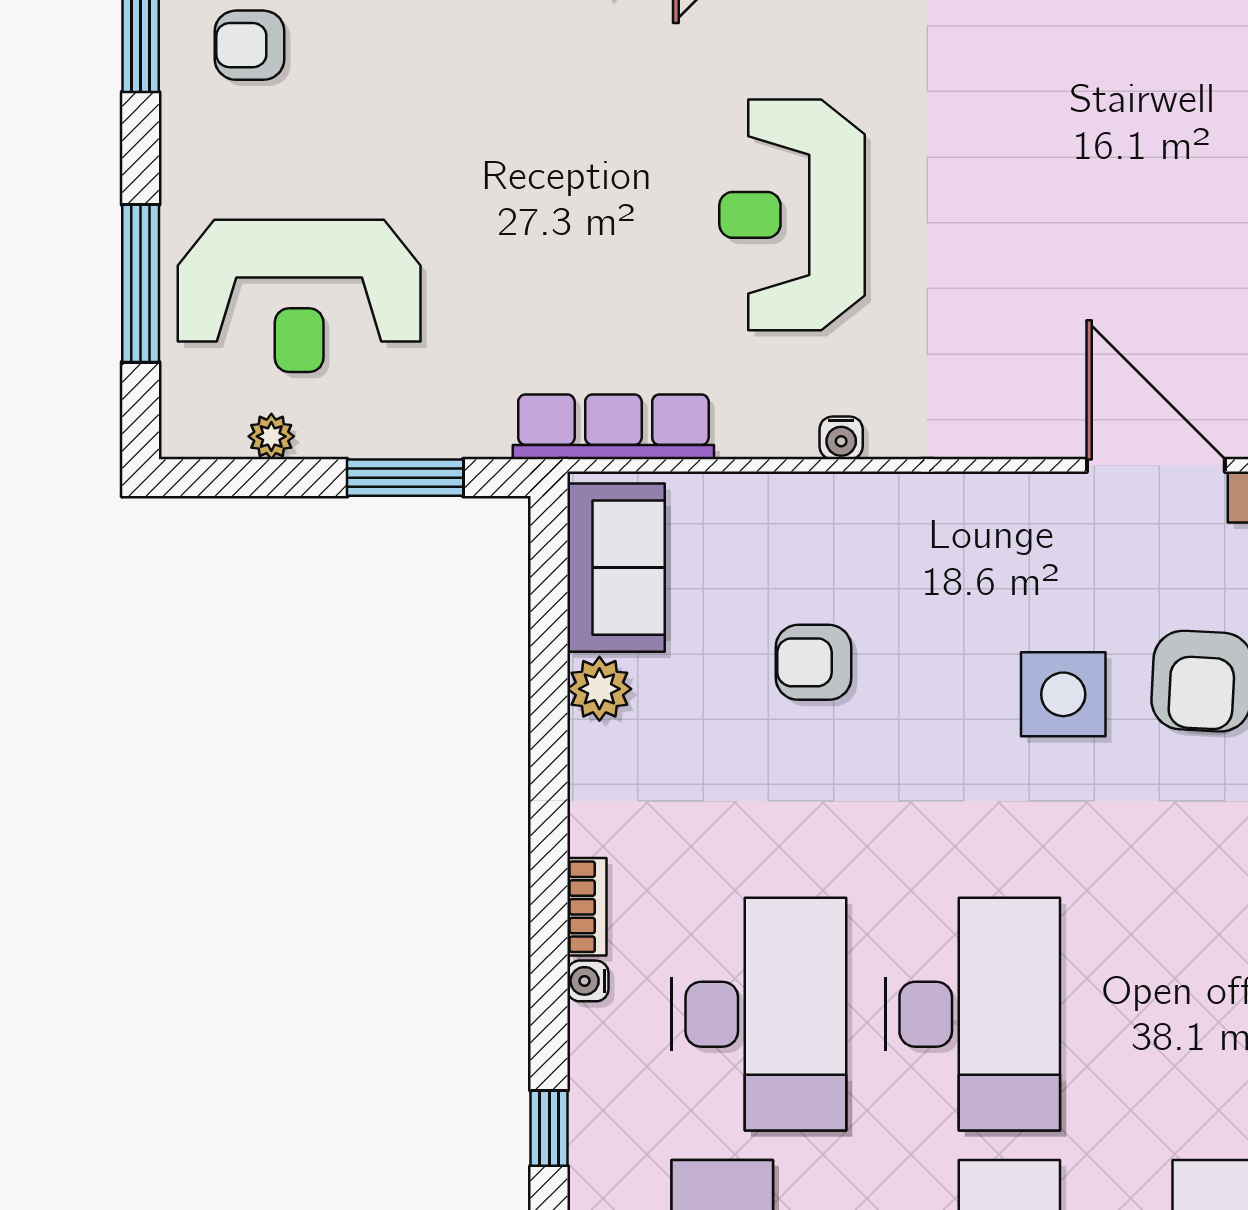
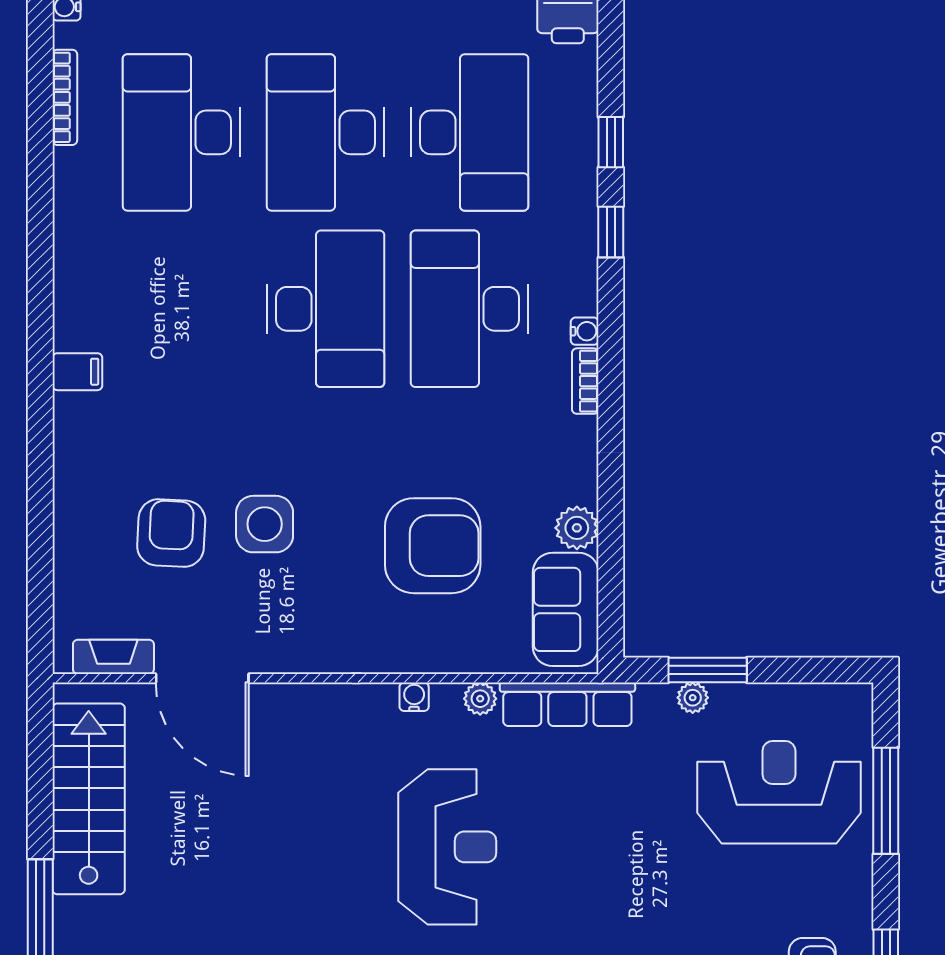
plant: (743, 435) -> (480, 699), added
plant: (271, 436) -> (693, 698), moved
armchair: (814, 662) -> (433, 546), width x1.88, depth x1.88
desk: (973, 1014) -> (325, 309), turned 180

